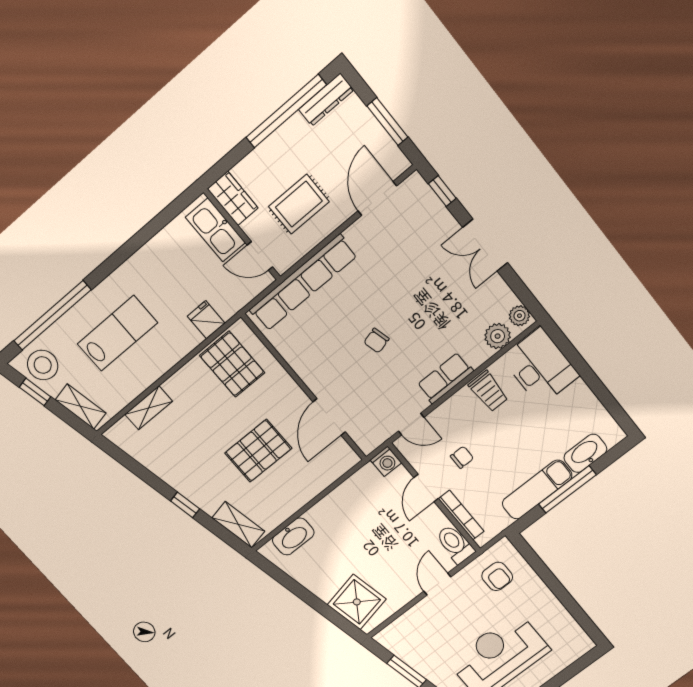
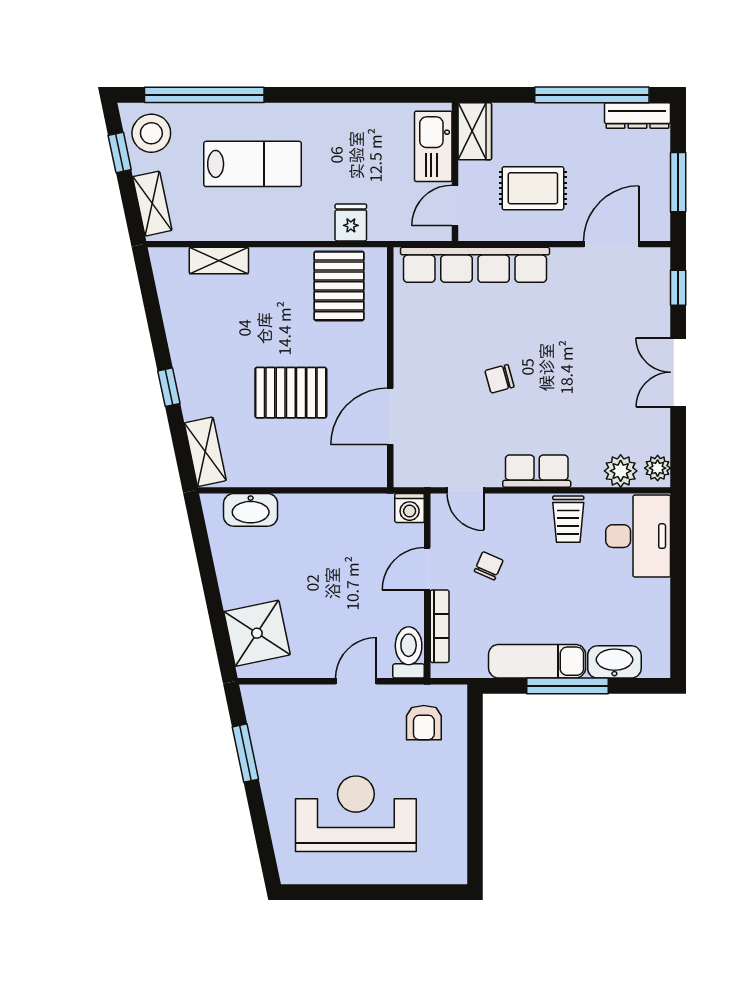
door: (260, 256) -> (455, 205), hinge flipped
chair: (462, 457) -> (489, 566), turned -66

